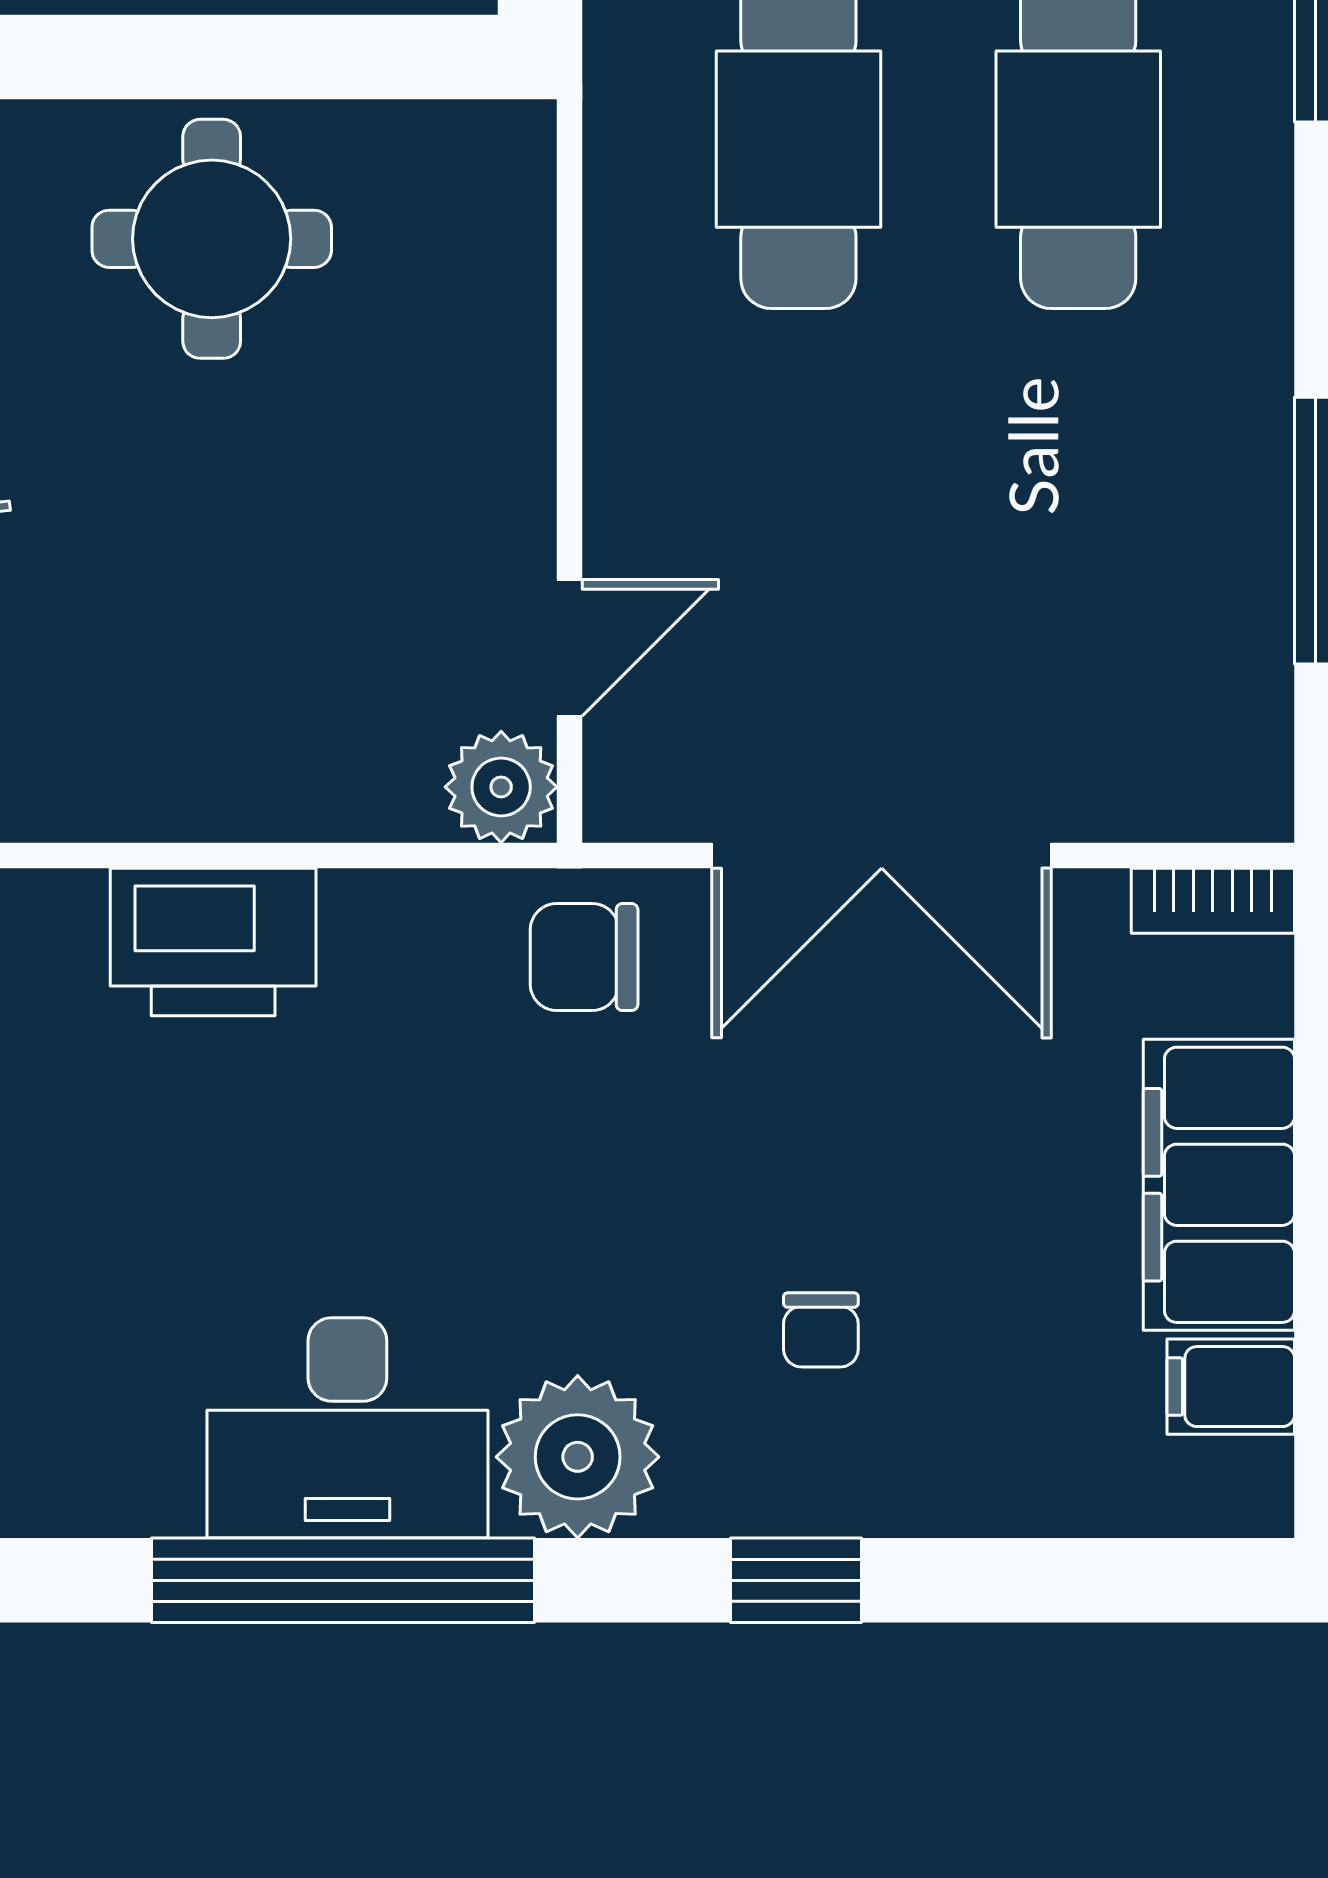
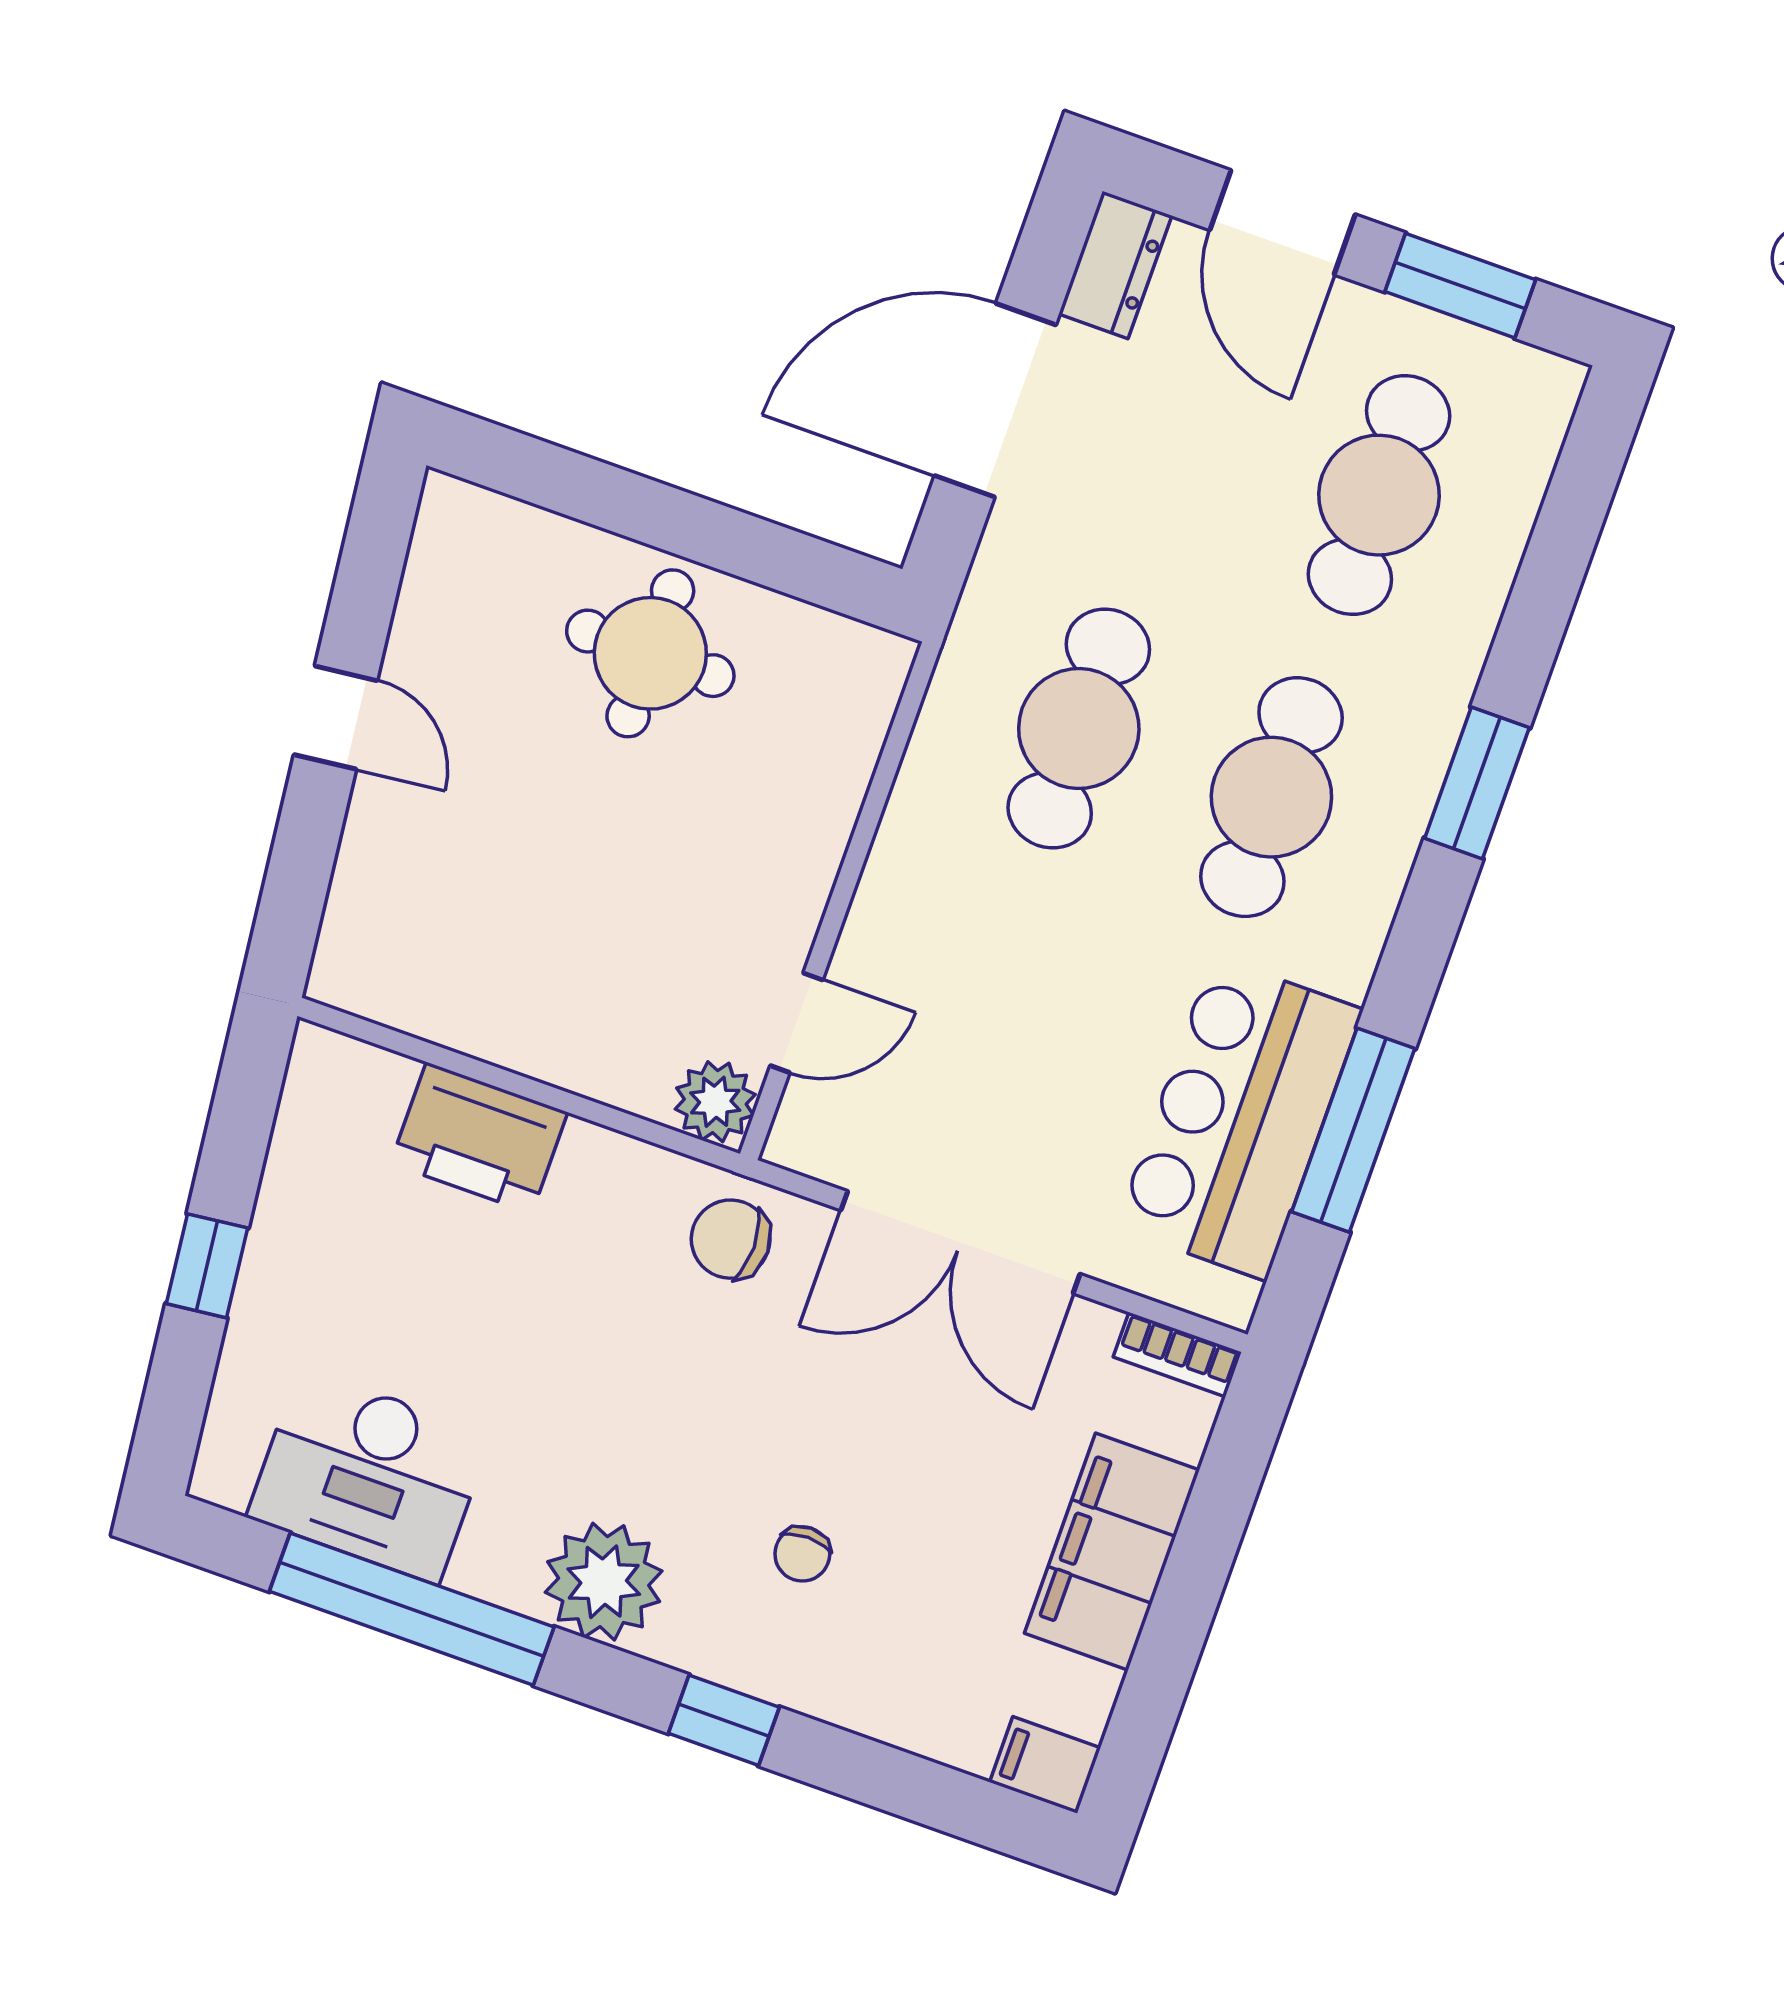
bar counter: (1184, 568) -> (1239, 1118), added
filing cabinet: (1231, 1387) -> (1045, 1765), moved
desk: (347, 1428) -> (369, 1476), moved

